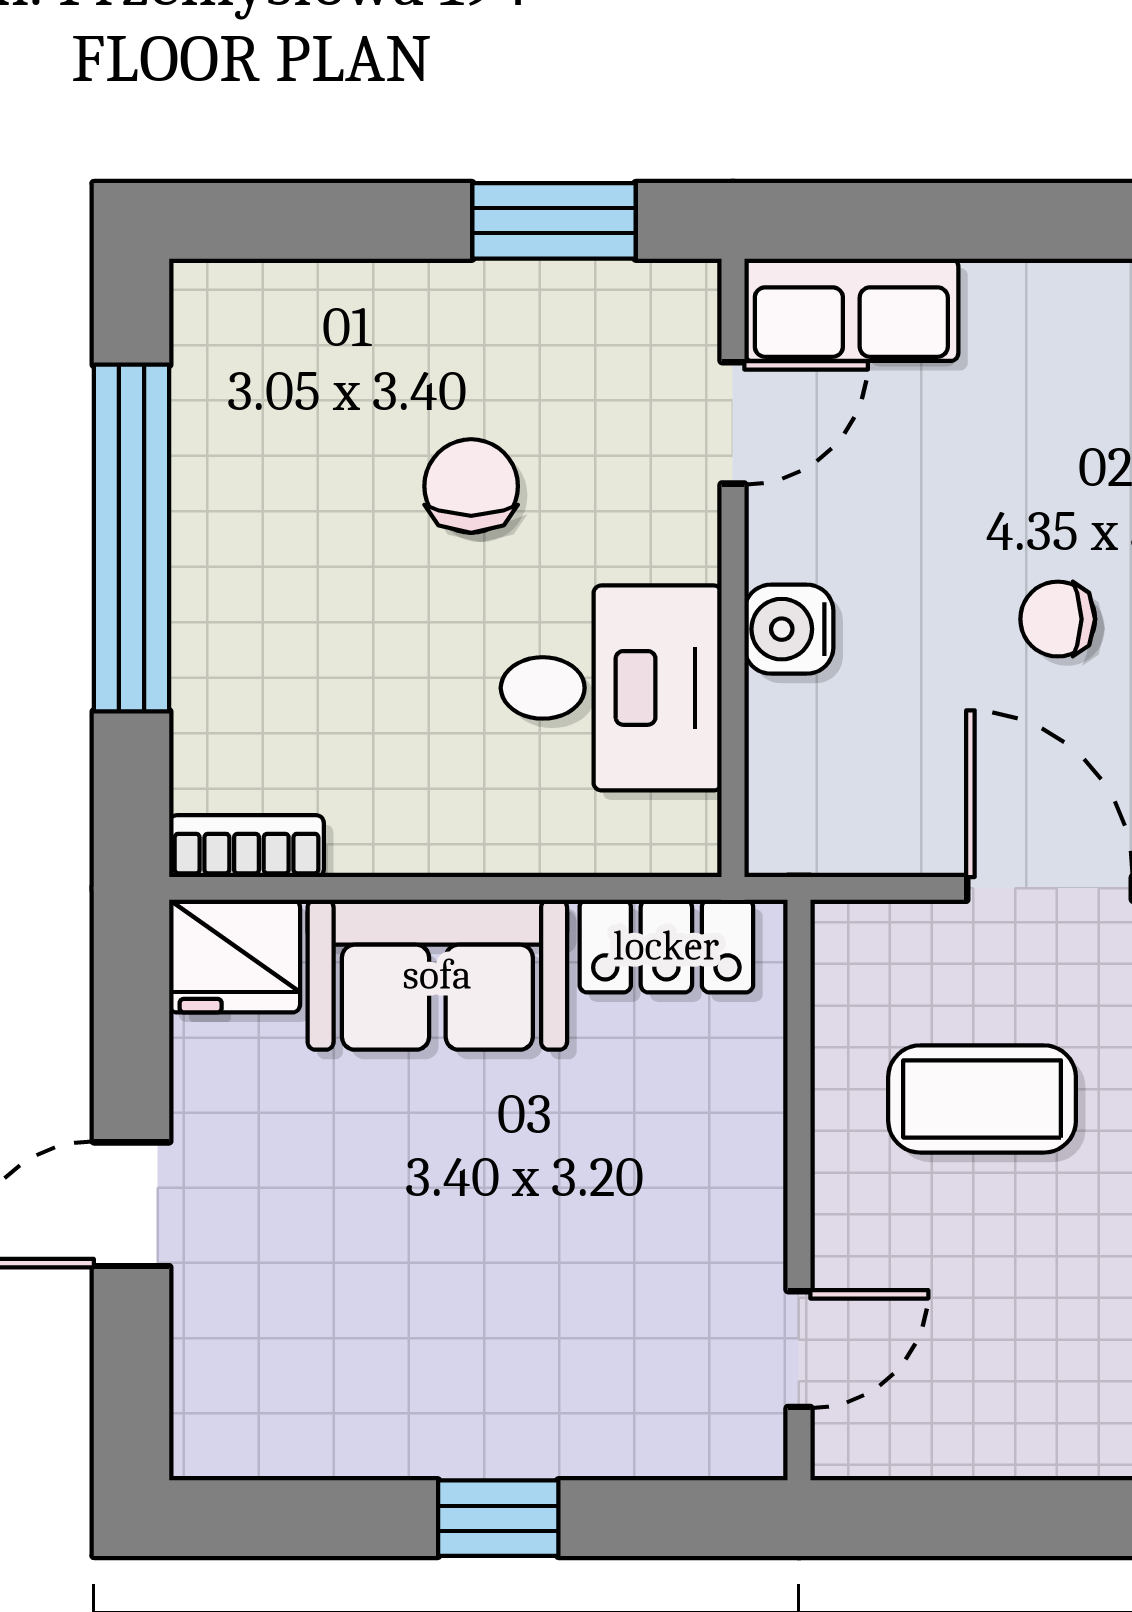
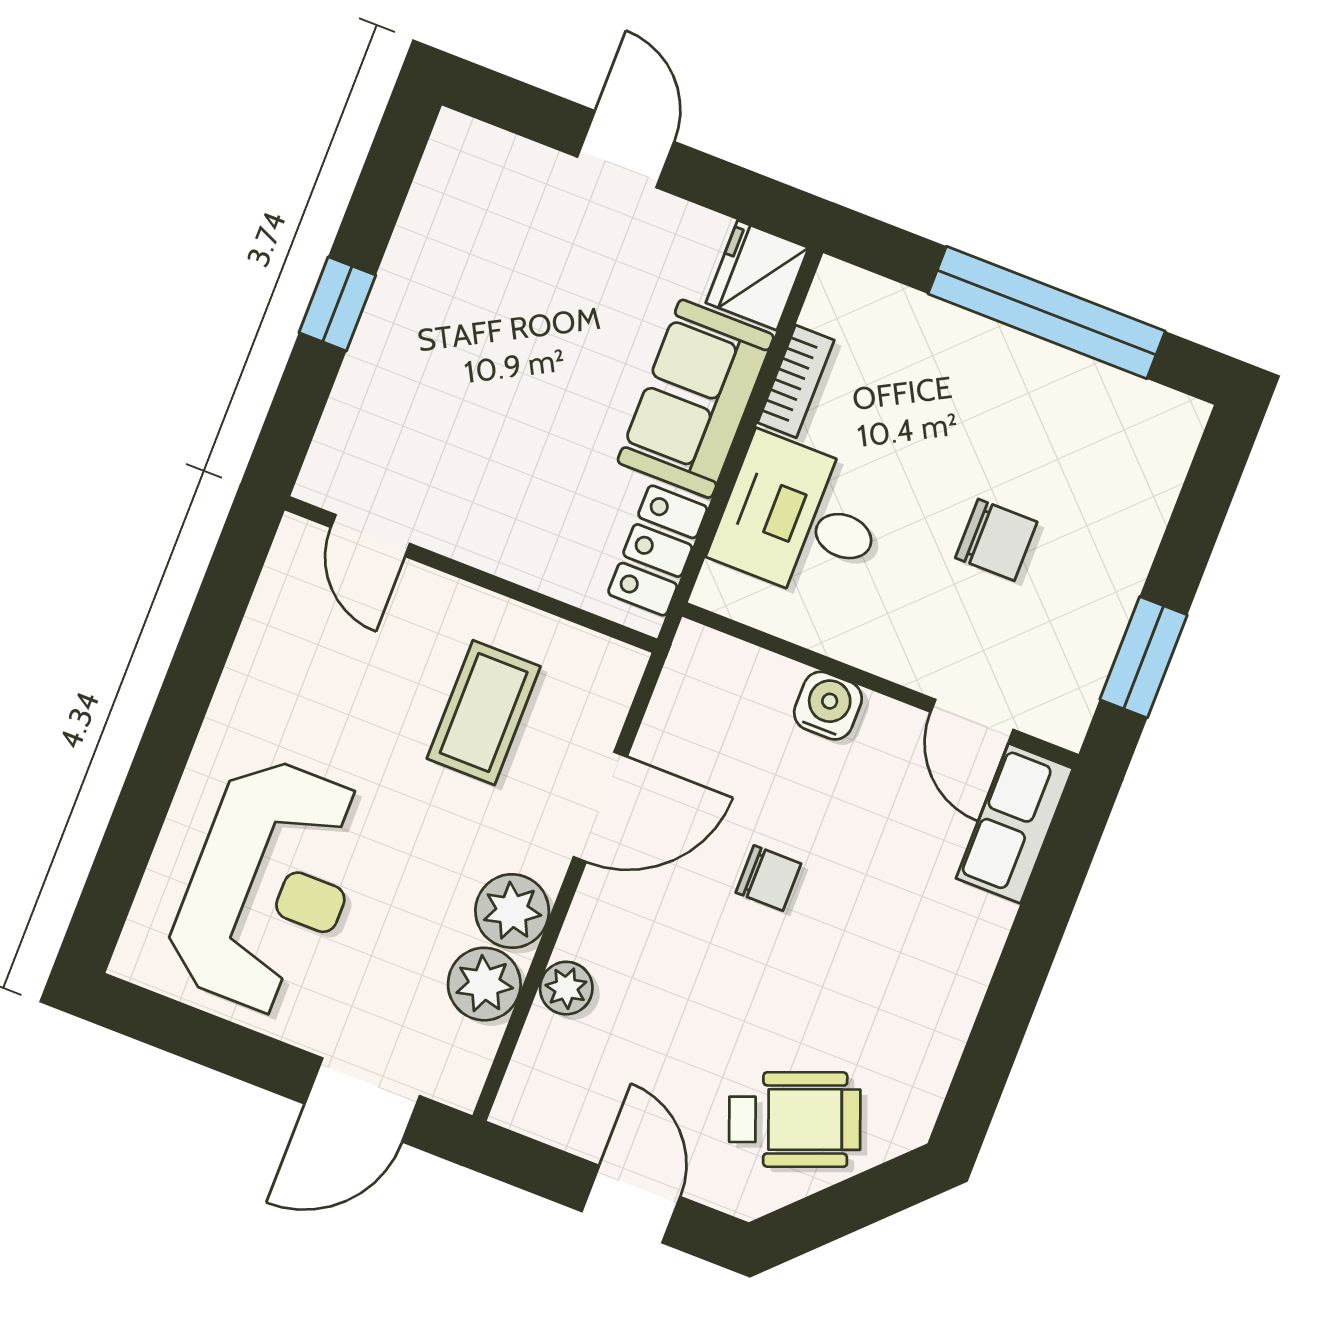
chair: (1058, 619) -> (768, 878), turned 90
desk: (611, 688) -> (800, 519), moved, turned 90
bookcase: (247, 846) -> (796, 381), moved

